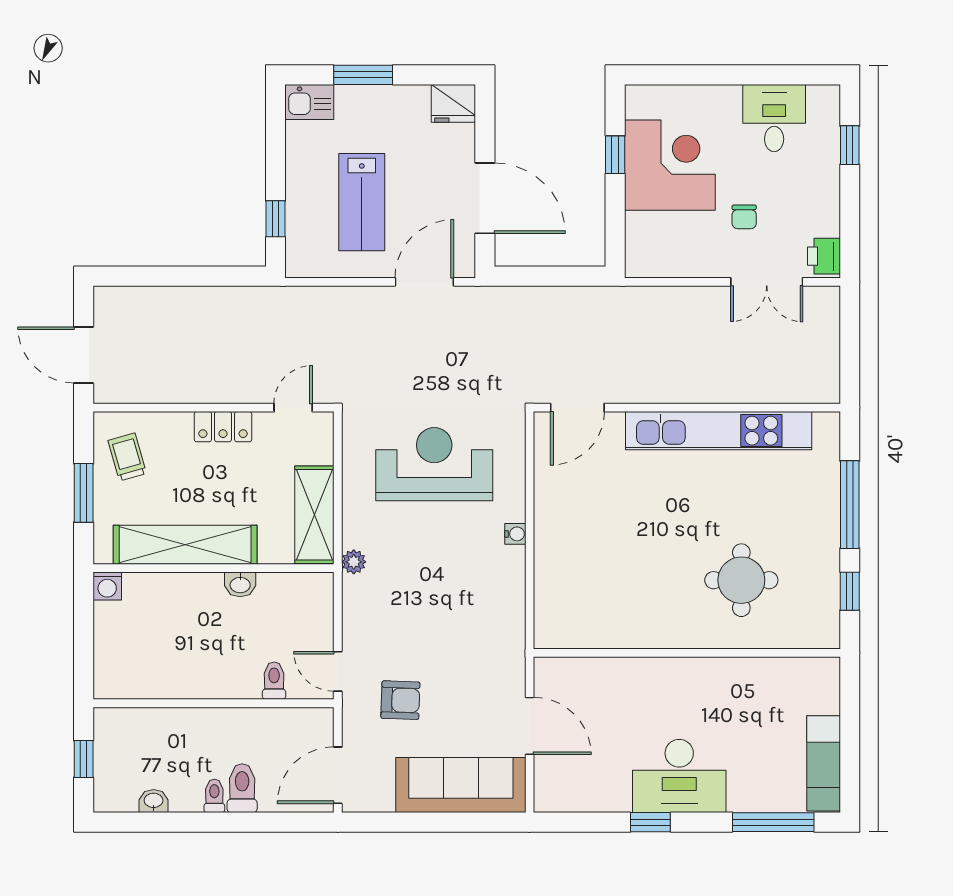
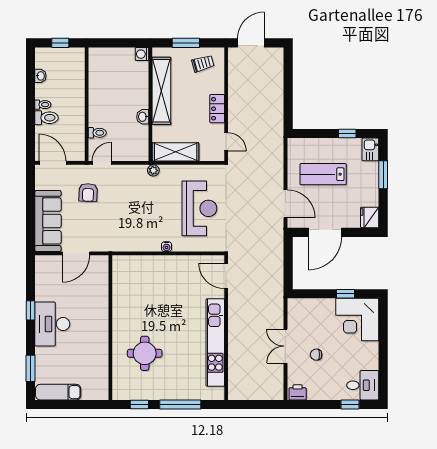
desk: (774, 118) -> (363, 385), moved
corner desk: (670, 165) -> (357, 320), moved, turned 90
window: (275, 219) -> (347, 133), moved
double door: (767, 282) -> (285, 346), moved
window: (773, 822) -> (30, 368), width x0.69

